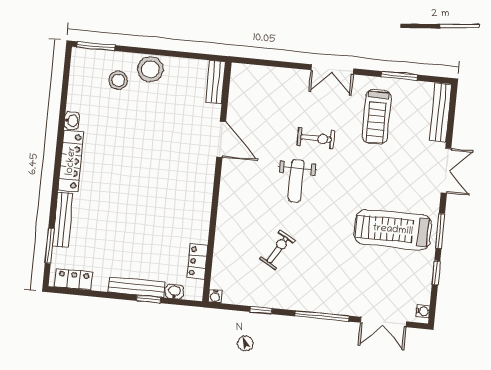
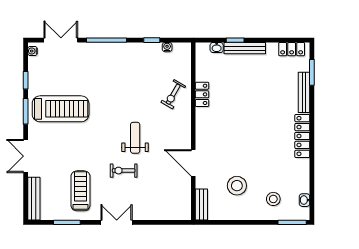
stool: (150, 69) -> (237, 186), moved
washbasin: (72, 121) -> (305, 200), moved
exercise bike: (278, 250) -> (173, 94), moved
locker: (197, 261) -> (202, 94), moved
water cooler: (215, 296) -> (167, 47), moved

